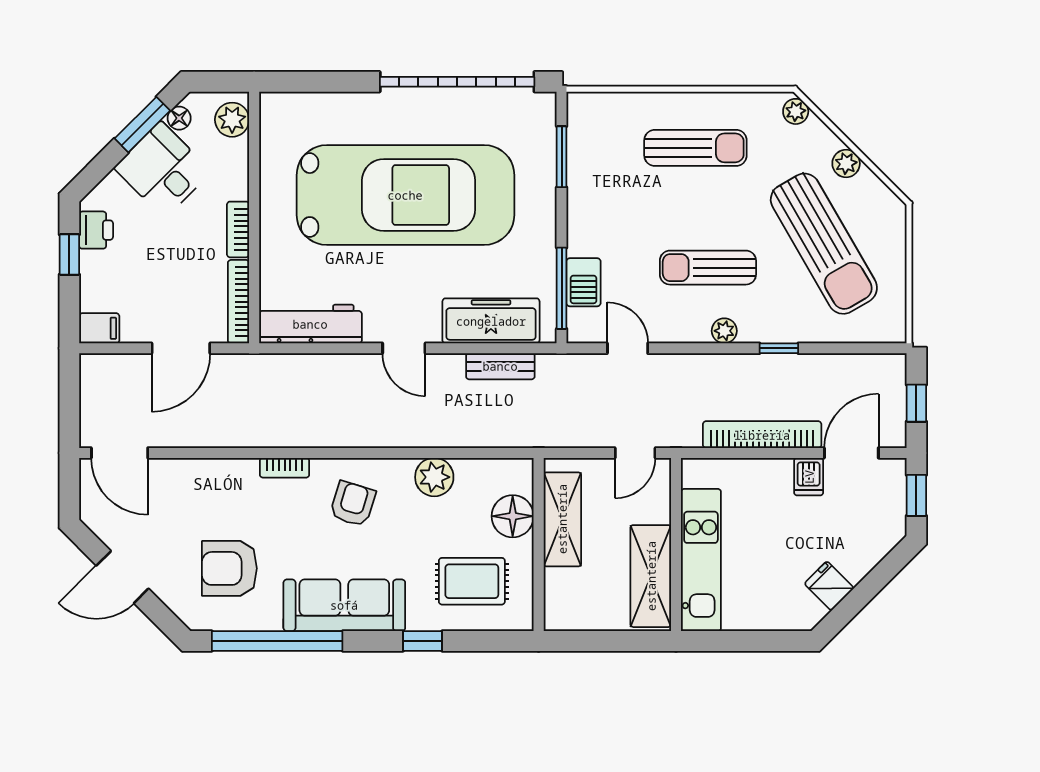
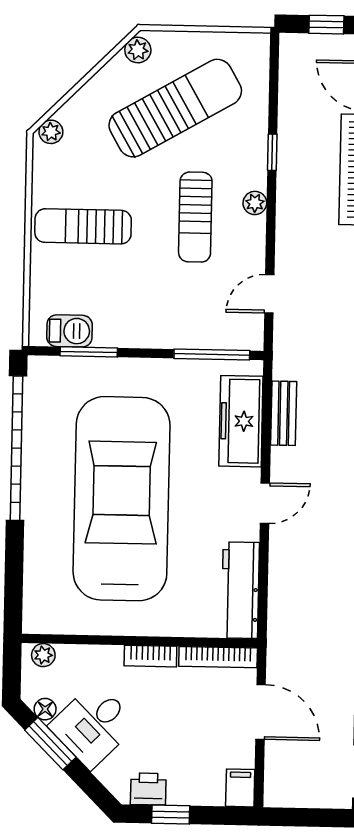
plant: (232, 120) -> (43, 655), width x0.73, depth x0.73
sun lounger: (695, 148) -> (83, 226), turned -90
plant: (846, 163) -> (138, 50), moved
barbecue: (583, 282) -> (69, 331), moved

